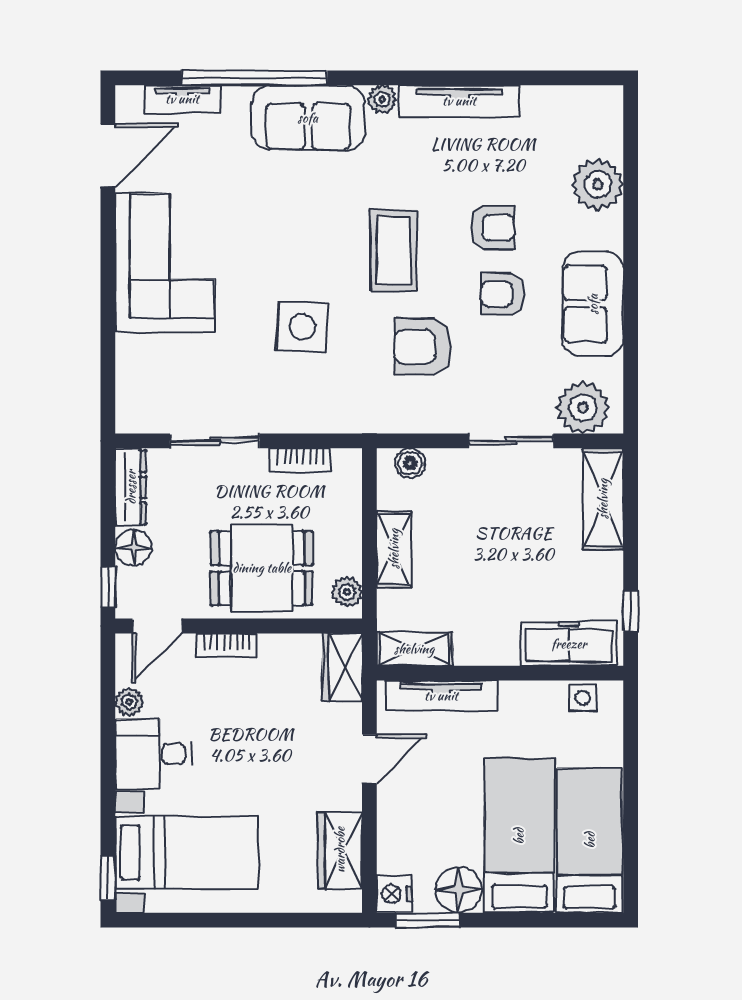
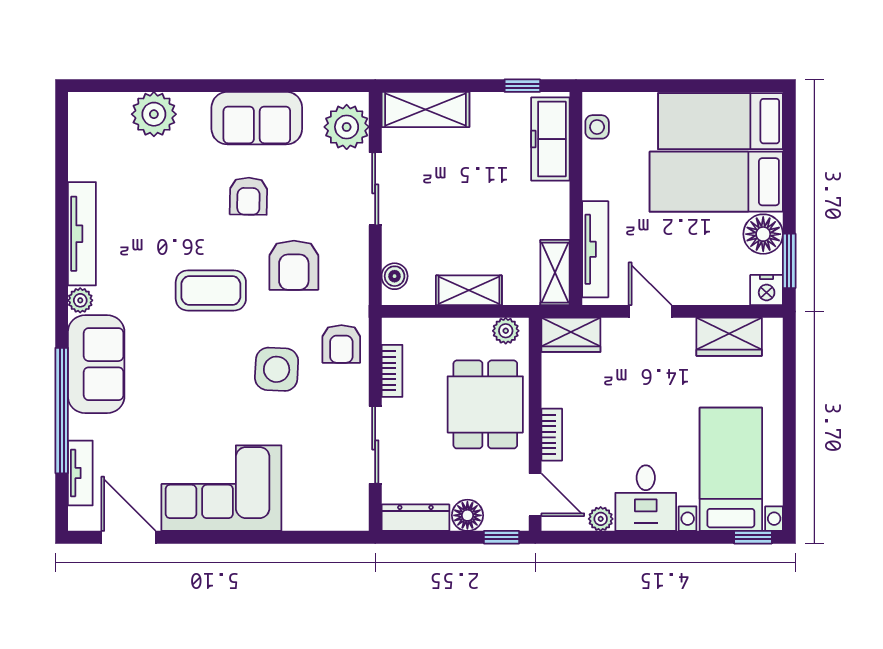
armchair: (492, 227) -> (341, 344), moved, turned 180

